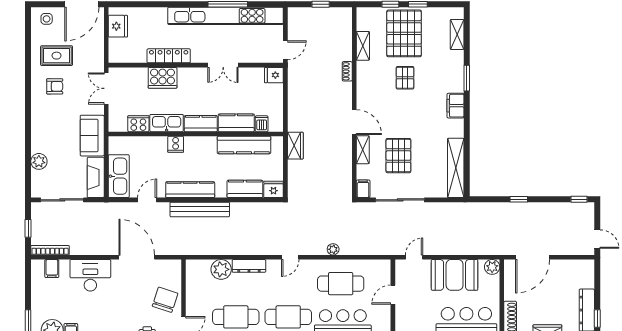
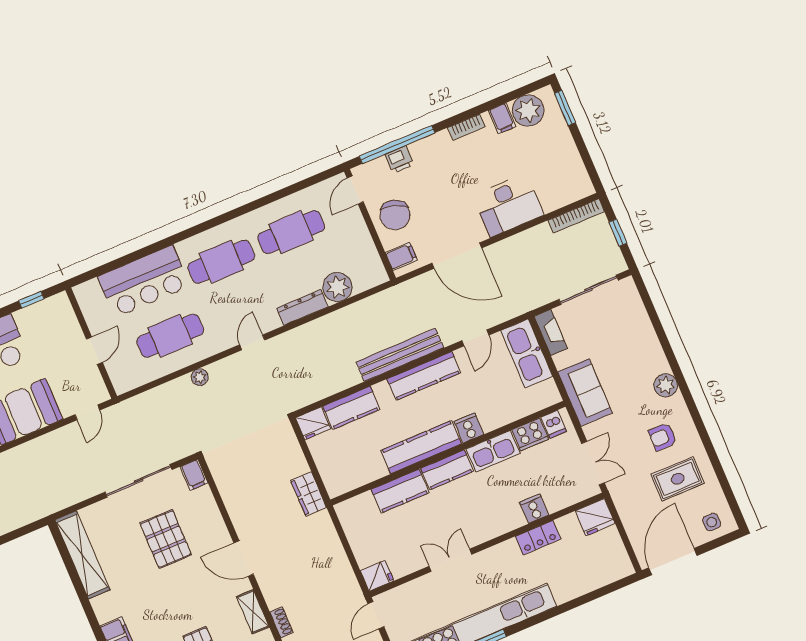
fridge: (118, 26) -> (595, 517), moved, turned -90
locker: (169, 56) -> (538, 538), width x0.66
cooker: (163, 78) -> (534, 509), width x0.53, depth x0.76
dishwasher: (262, 124) -> (554, 424), moved
kitchen counter: (244, 145) -> (421, 447), moved
shelving: (363, 150) -> (253, 612), moved
plant: (39, 161) -> (666, 385), moved
fireplace: (96, 177) -> (551, 332), width x0.73, depth x0.76
filing cabinet: (52, 269) -> (401, 256), moved, turned 90

